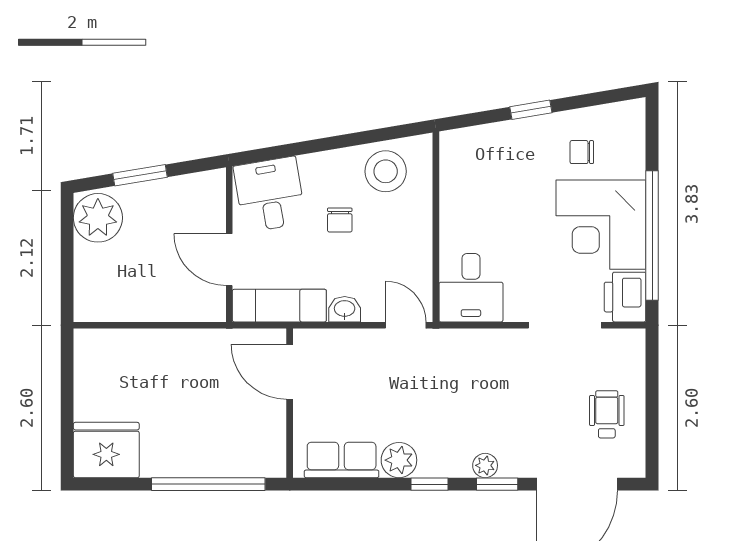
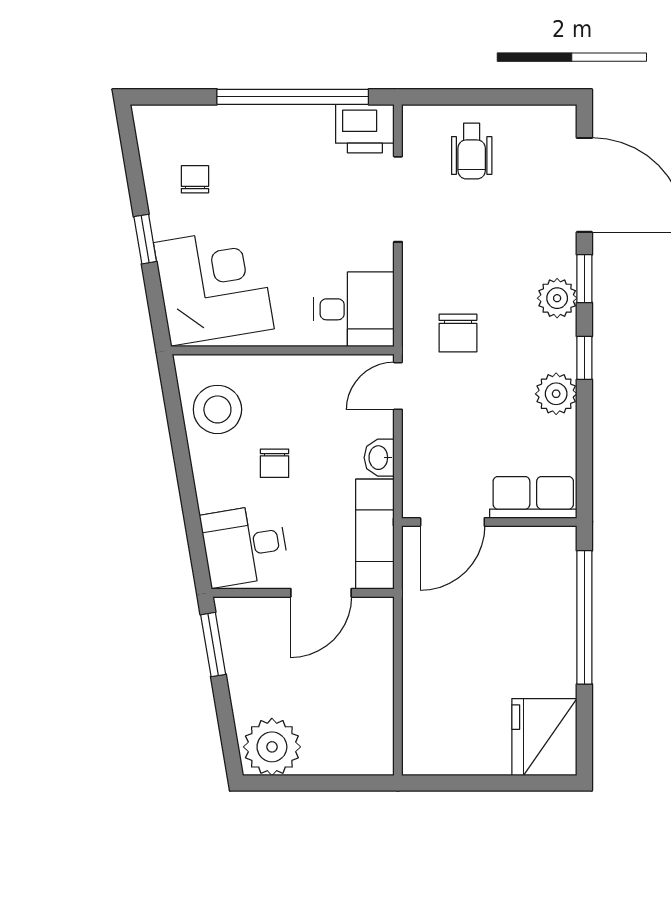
chair: (582, 152) -> (195, 179), turned 180
window: (140, 175) -> (213, 645), moved
chair: (340, 220) -> (274, 463), turned 90
corner desk: (601, 225) -> (214, 286), moved, turned -100
chair: (451, 376) -> (458, 333), added
wheelchair: (607, 414) -> (472, 151), moved, turned -90
row of seats: (342, 460) -> (533, 497), moved, turned 90
plant: (485, 465) -> (557, 298), width x1.38, depth x1.38

